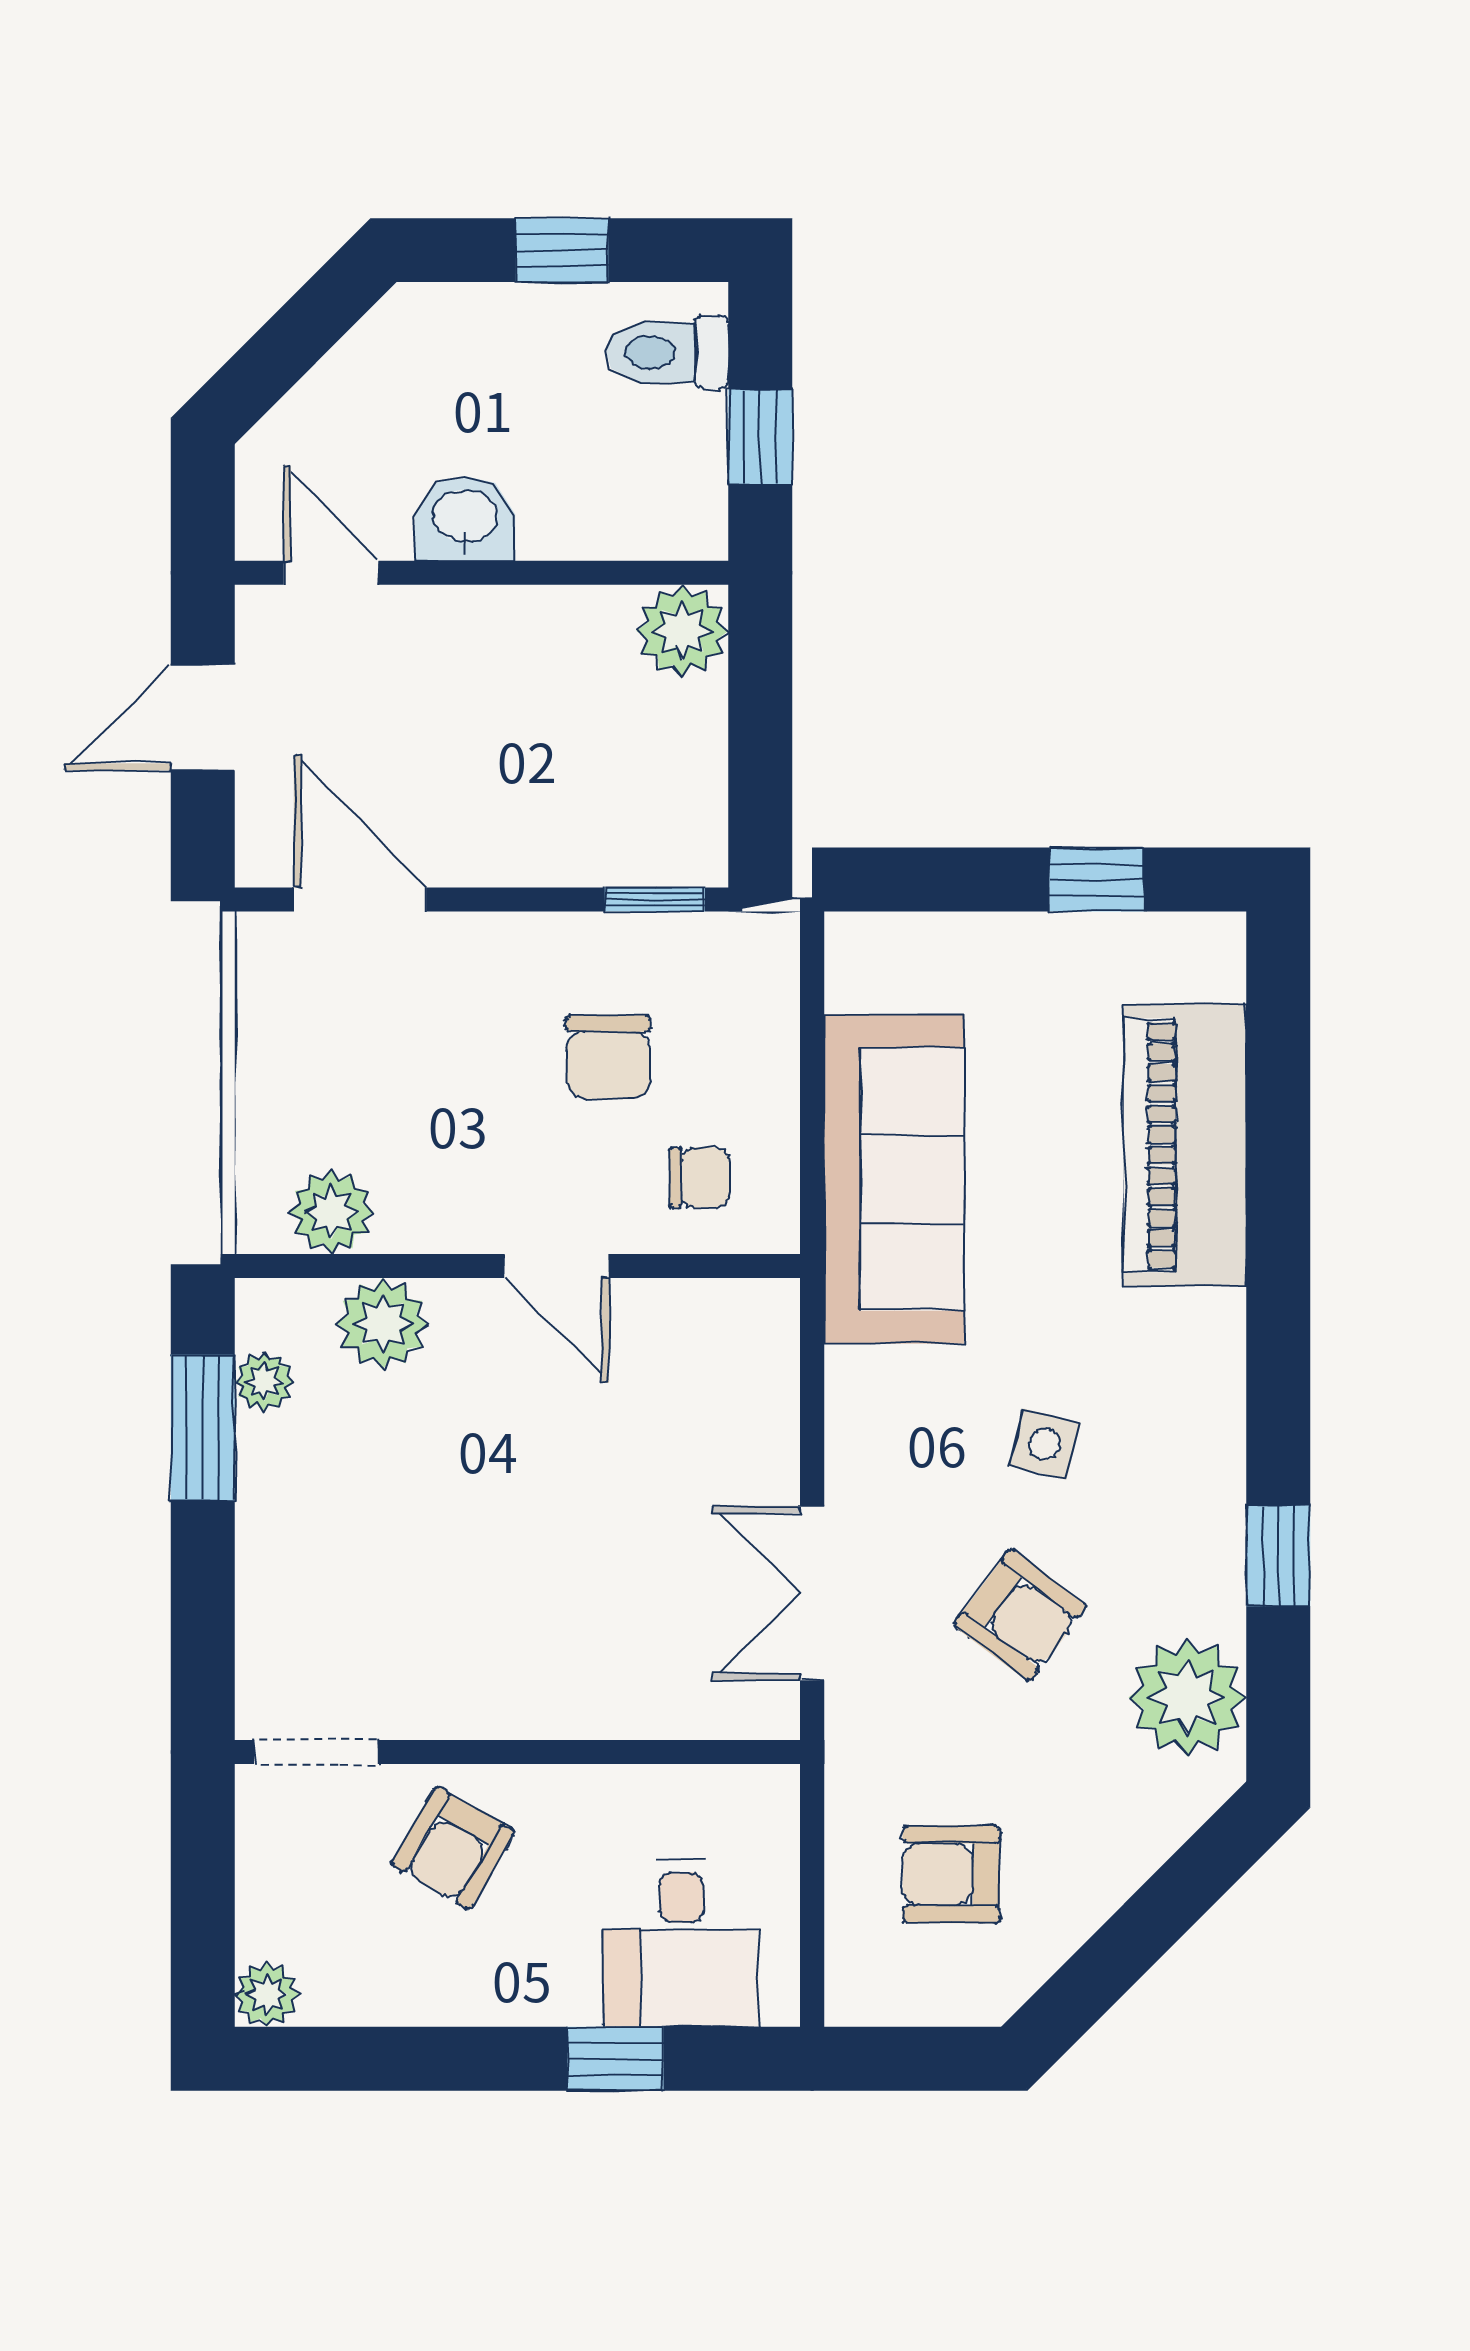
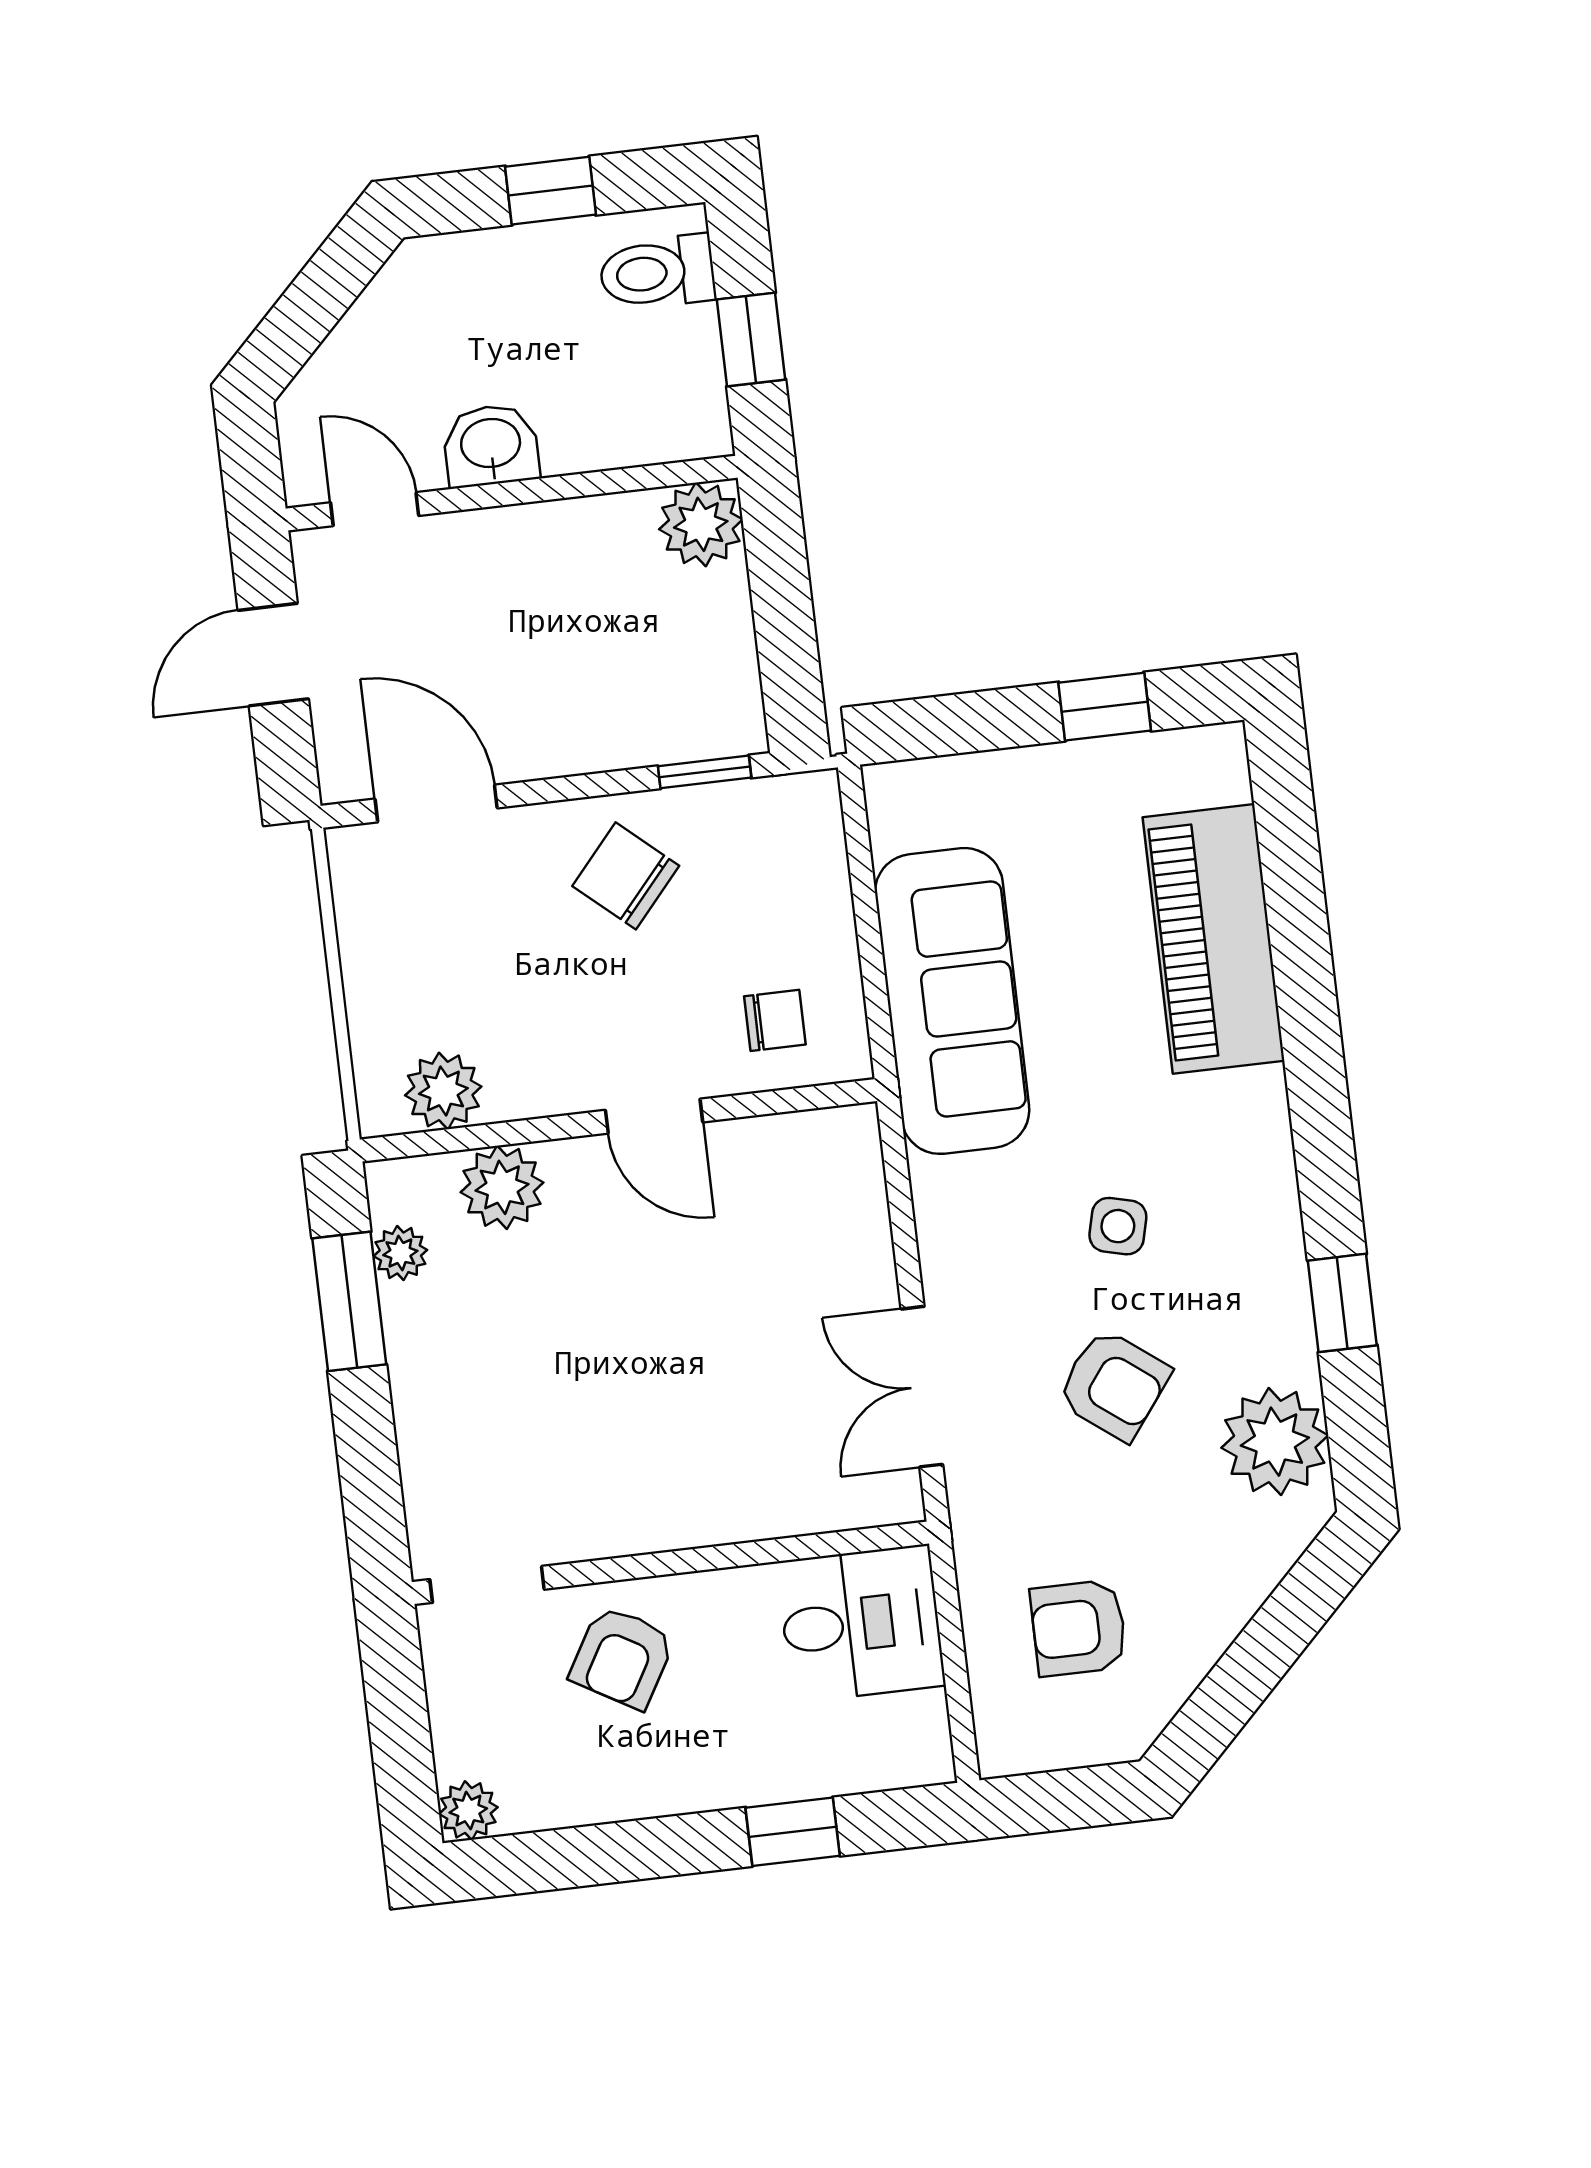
chair: (608, 1057) -> (626, 876), moved, turned 131
desk: (681, 1943) -> (861, 1624), moved, turned -90

